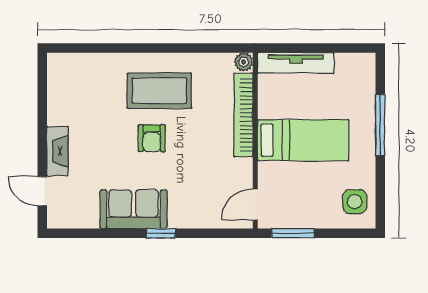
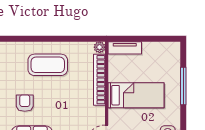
tv unit: (296, 63) -> (125, 48), width x0.71
armchair: (152, 138) -> (25, 103), moved, turned 180

